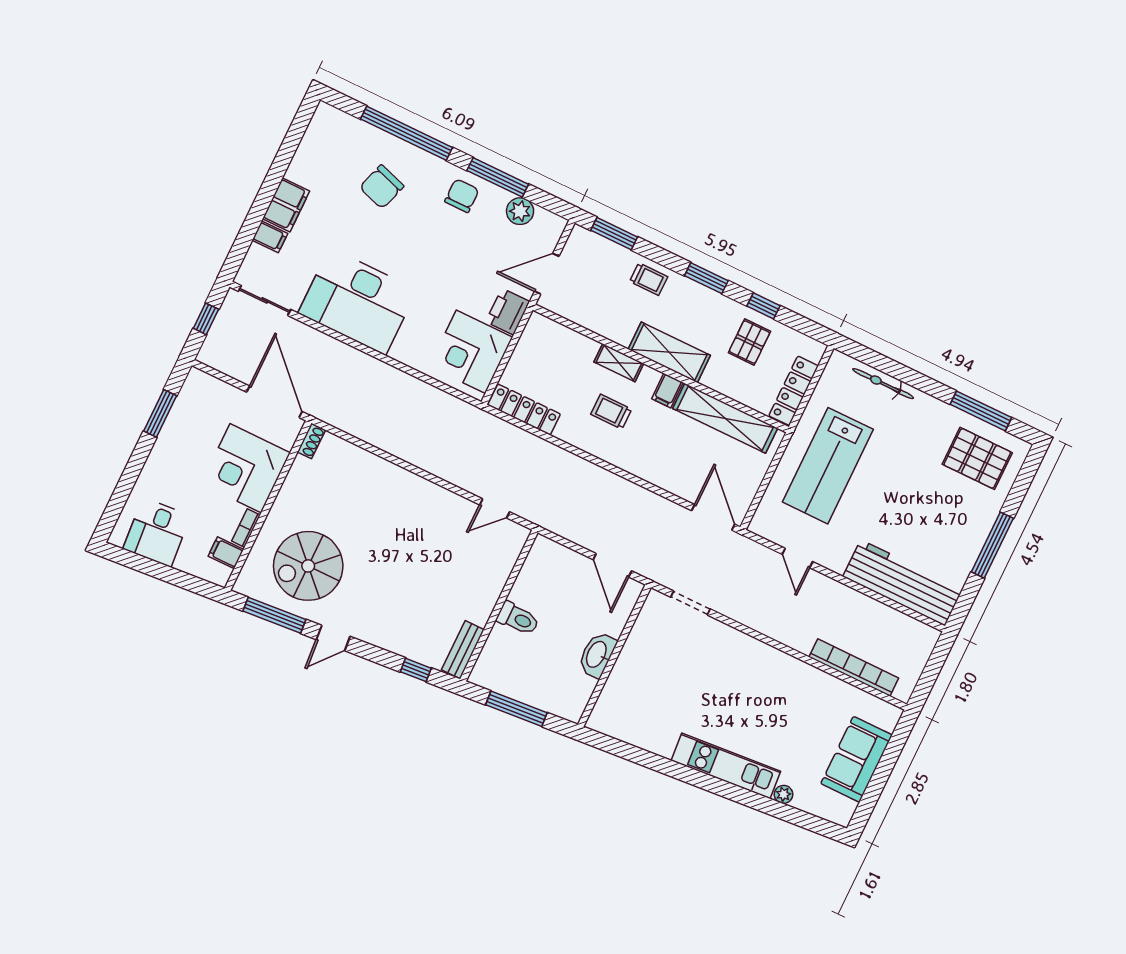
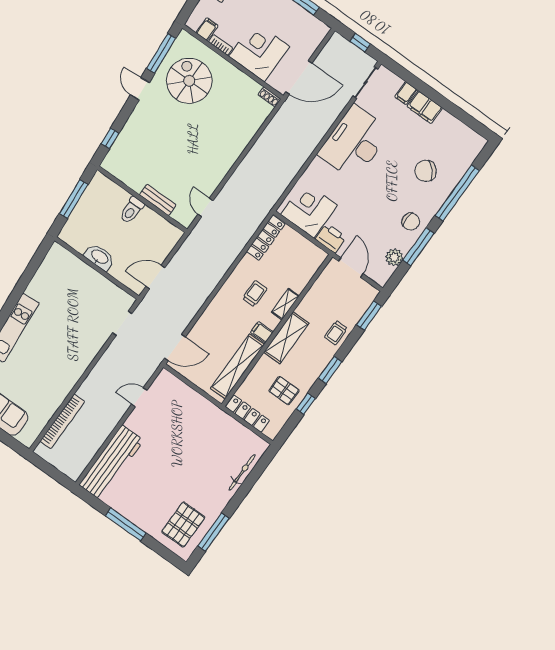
chair: (382, 187) -> (426, 171), turned -61
lab bench: (828, 466) -> (195, 427), removed
bench: (463, 650) -> (158, 200), moved

